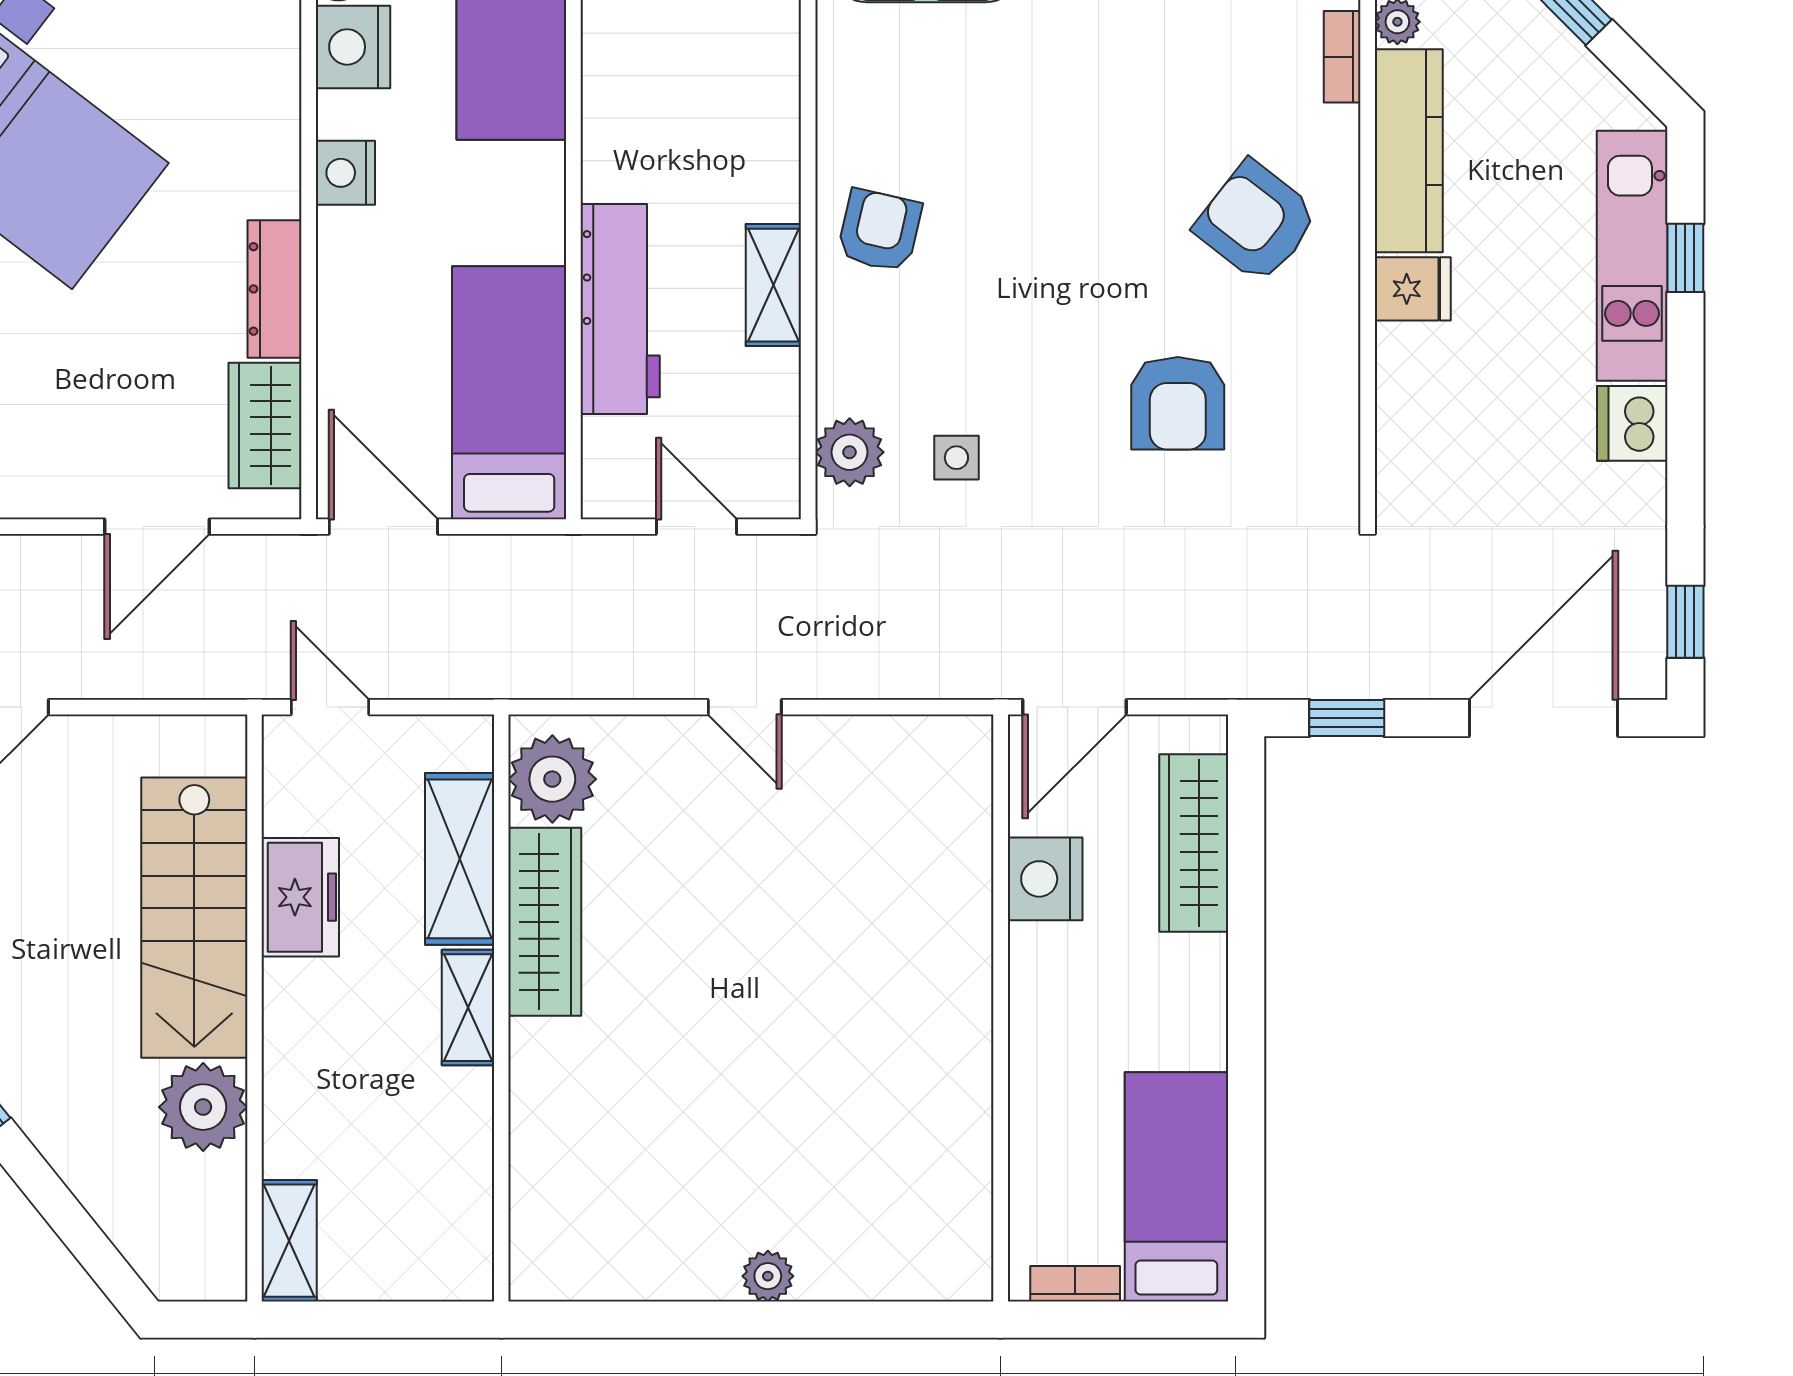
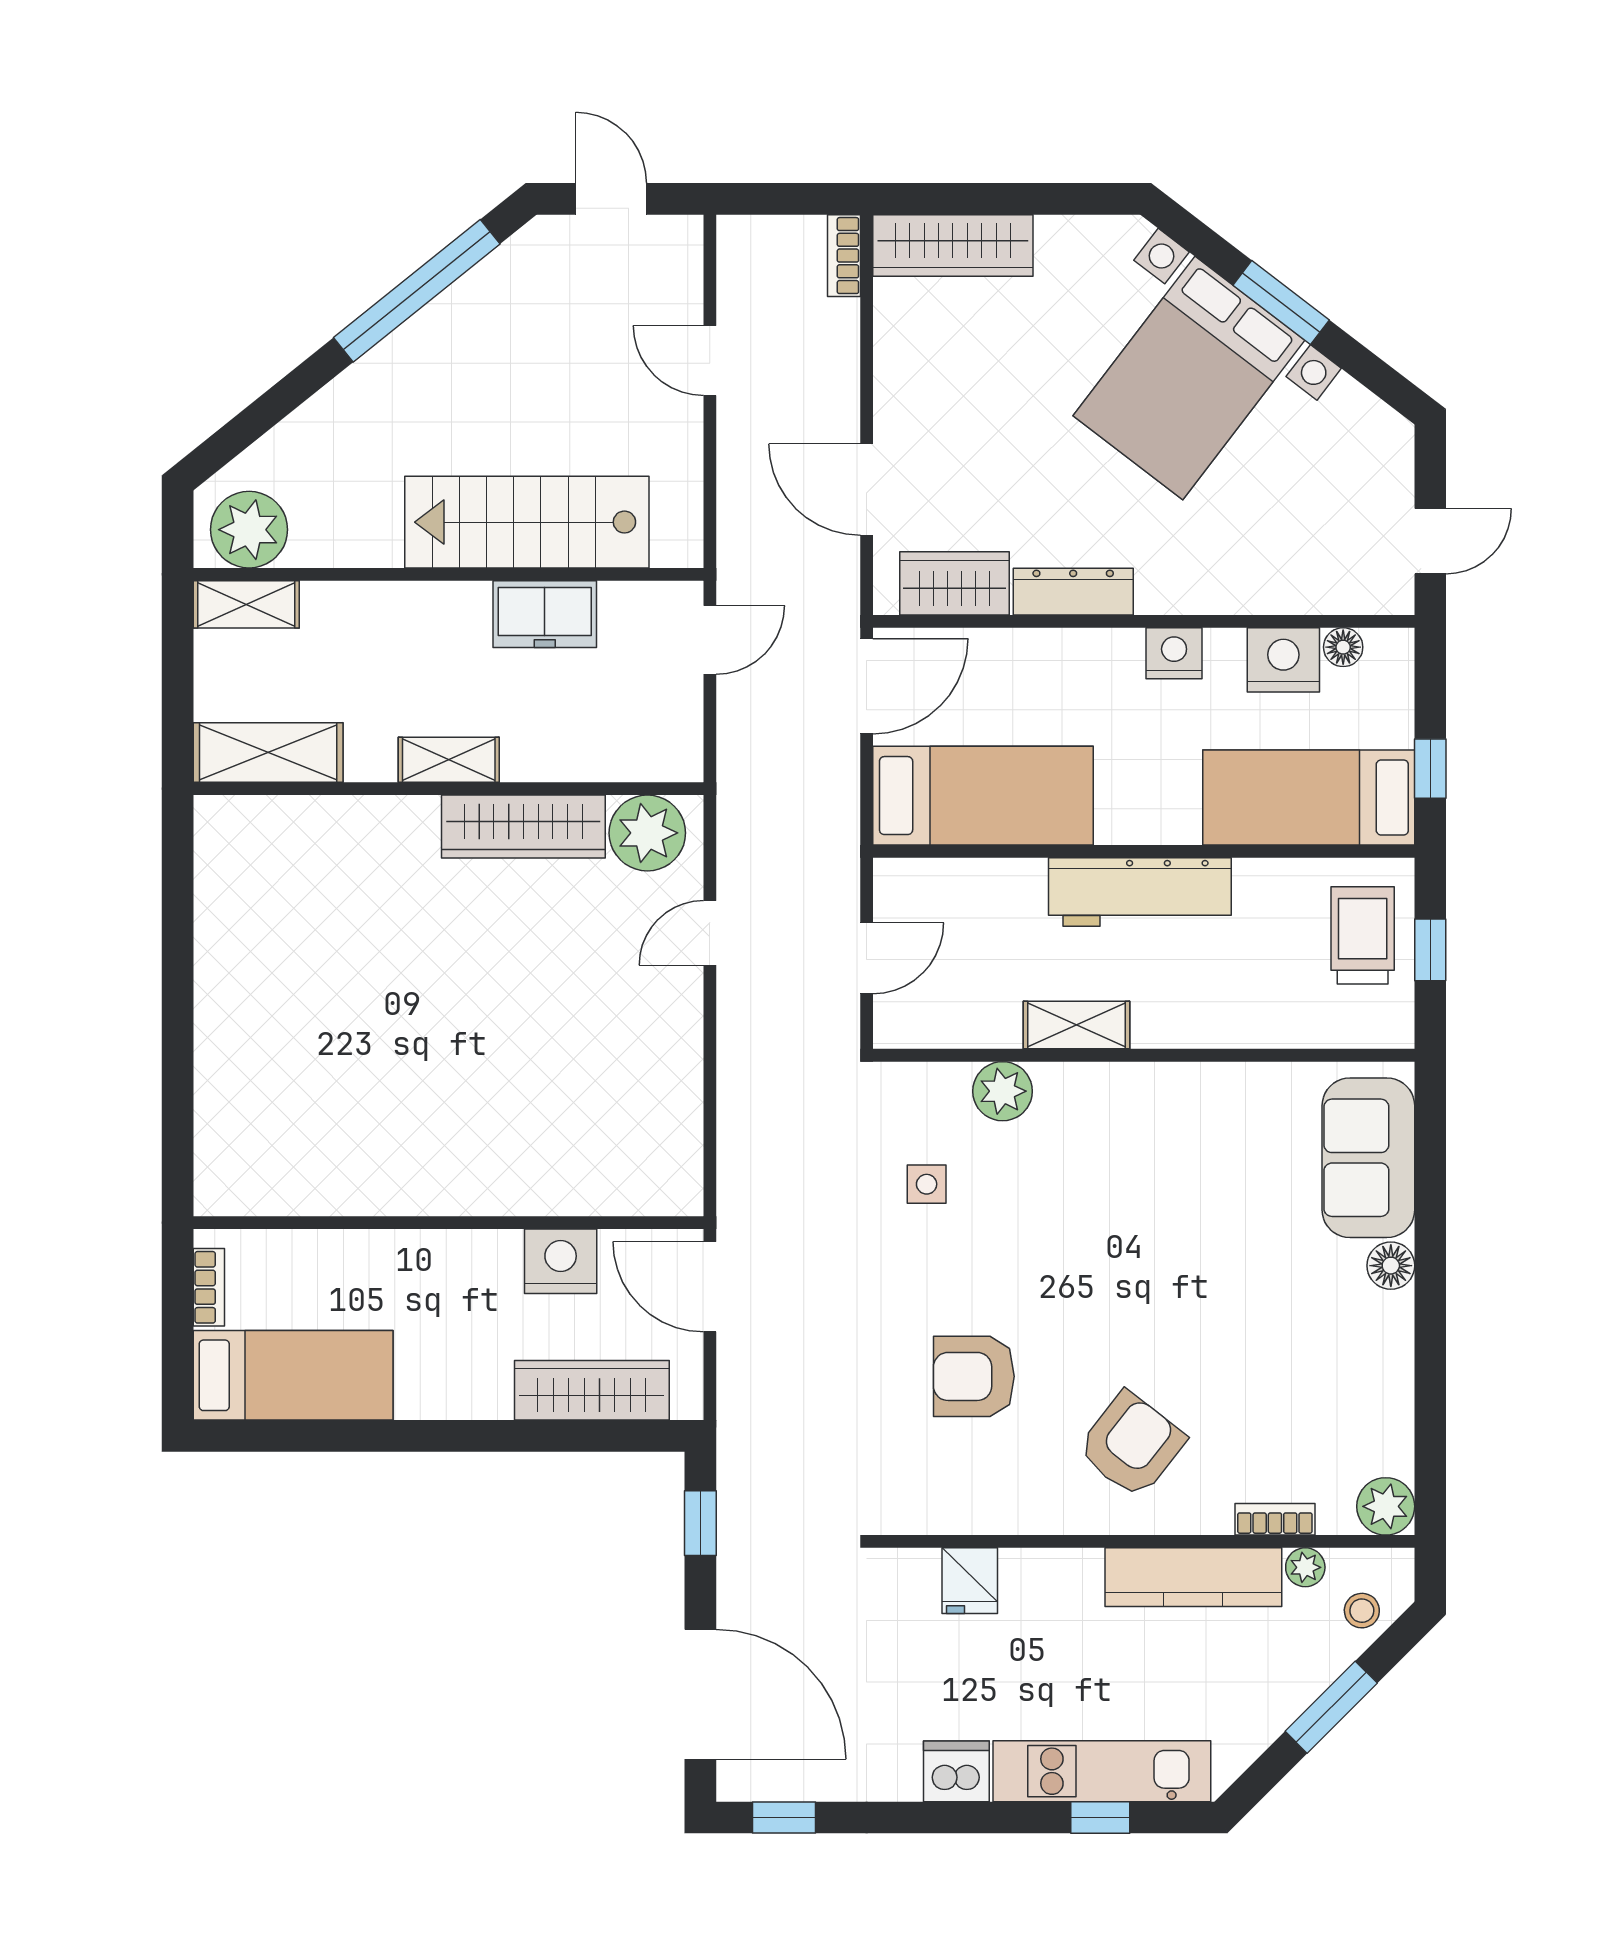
armchair: (879, 231) -> (1124, 1117), removed
fridge: (1413, 289) -> (970, 1581), moved
workbench: (620, 309) -> (1140, 892), moved
plant: (850, 452) -> (1003, 1091), moved
door: (745, 707) -> (710, 933), moved
shelving: (460, 859) -> (268, 752), moved
plant: (203, 1107) -> (249, 530), moved
plant: (768, 1276) -> (215, 1020), removed

